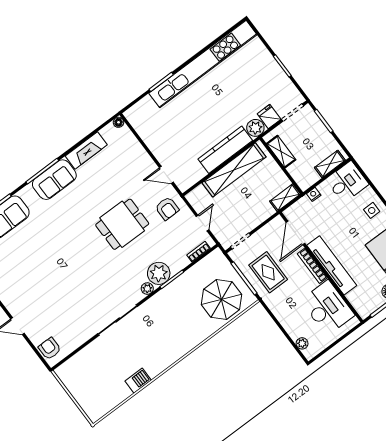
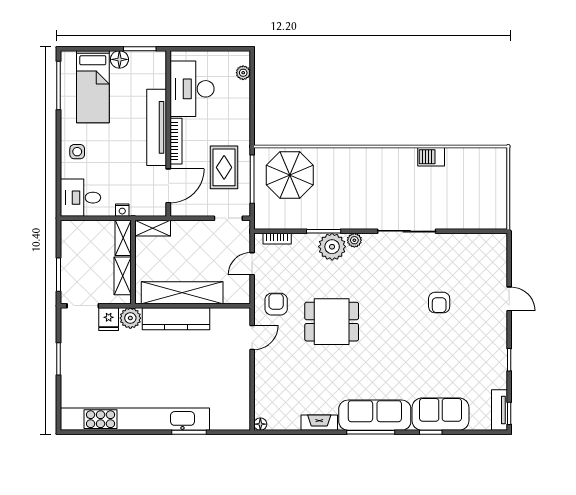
fireplace: (86, 150) -> (319, 423), width x0.73, depth x0.76
shelving: (330, 164) -> (123, 238), moved, turned 90
door: (166, 175) -> (252, 337), hinge flipped
sofa: (54, 180) -> (375, 415), width x1.36
armchair: (50, 348) -> (439, 303), moved

